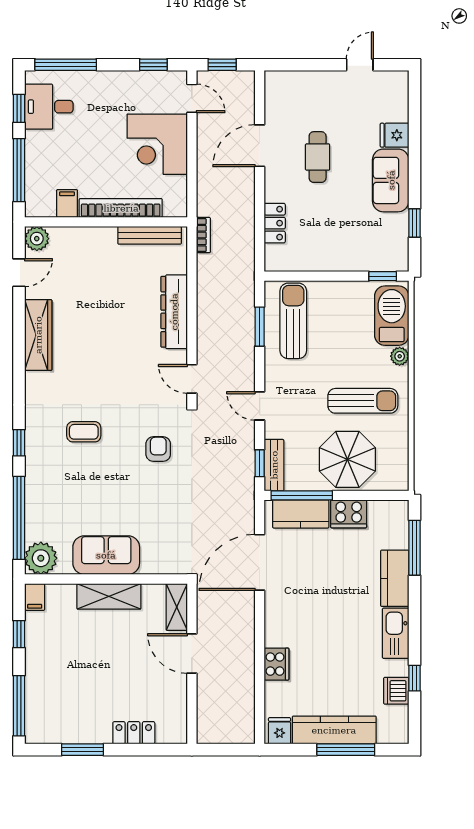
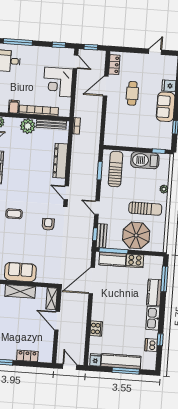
locker: (275, 223) -> (114, 65), moved
plant: (100, 243) -> (28, 126), added
barbecue: (392, 316) -> (145, 160), moved, turned -90
door: (226, 750) -> (70, 367), added

